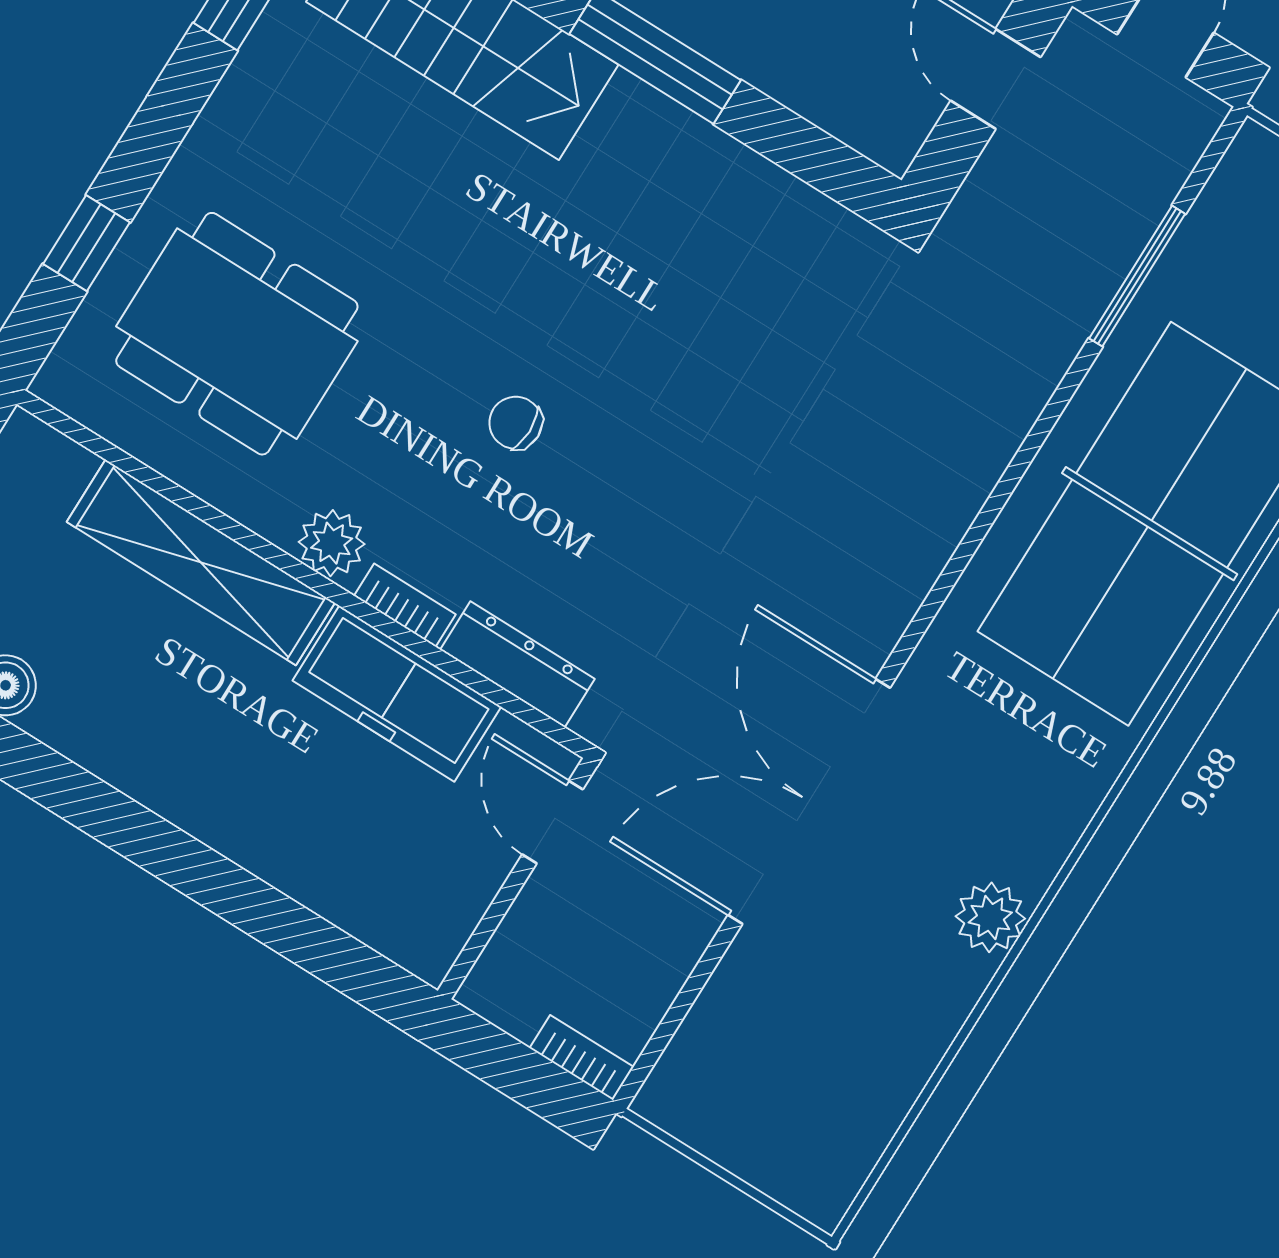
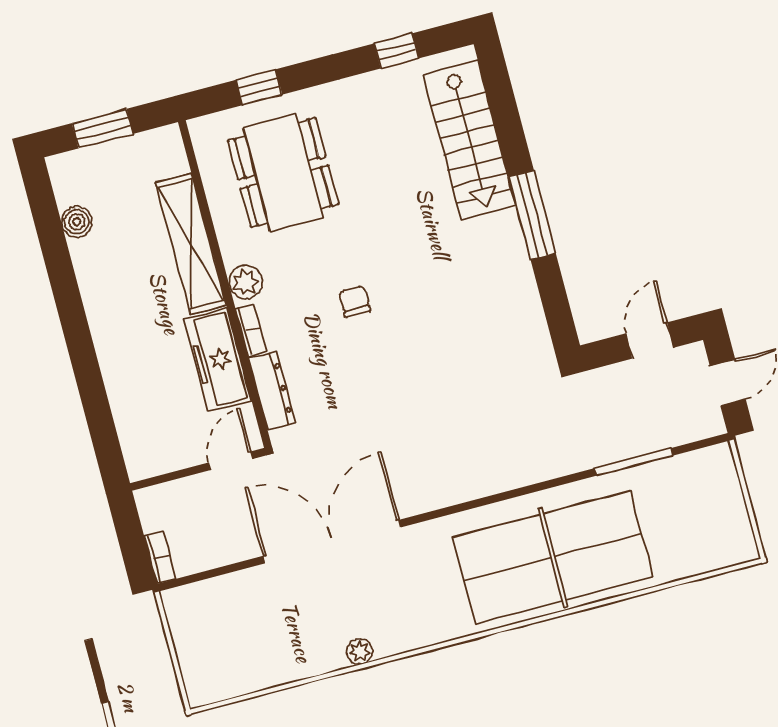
plant: (990, 917) -> (360, 651), width x0.73, depth x0.73

